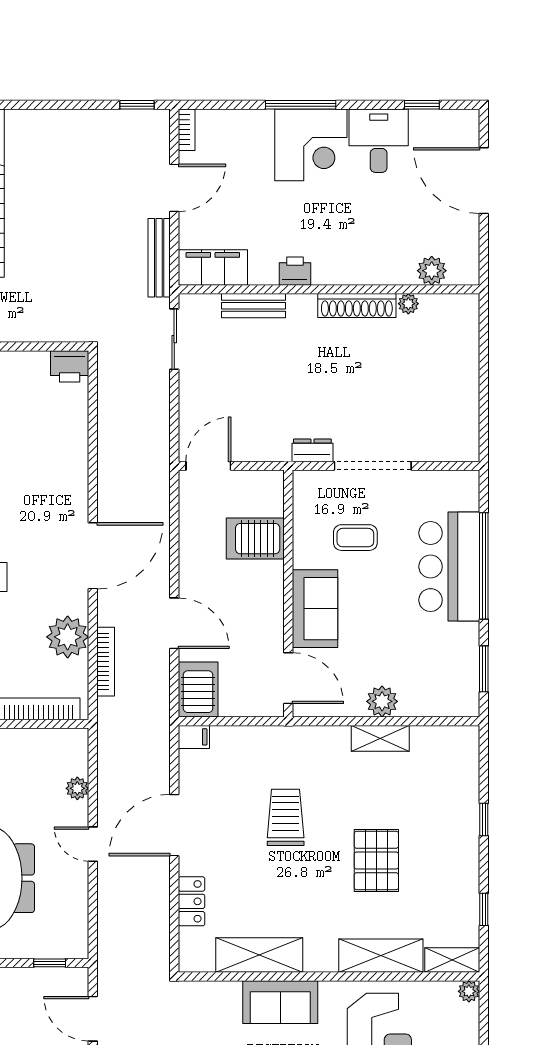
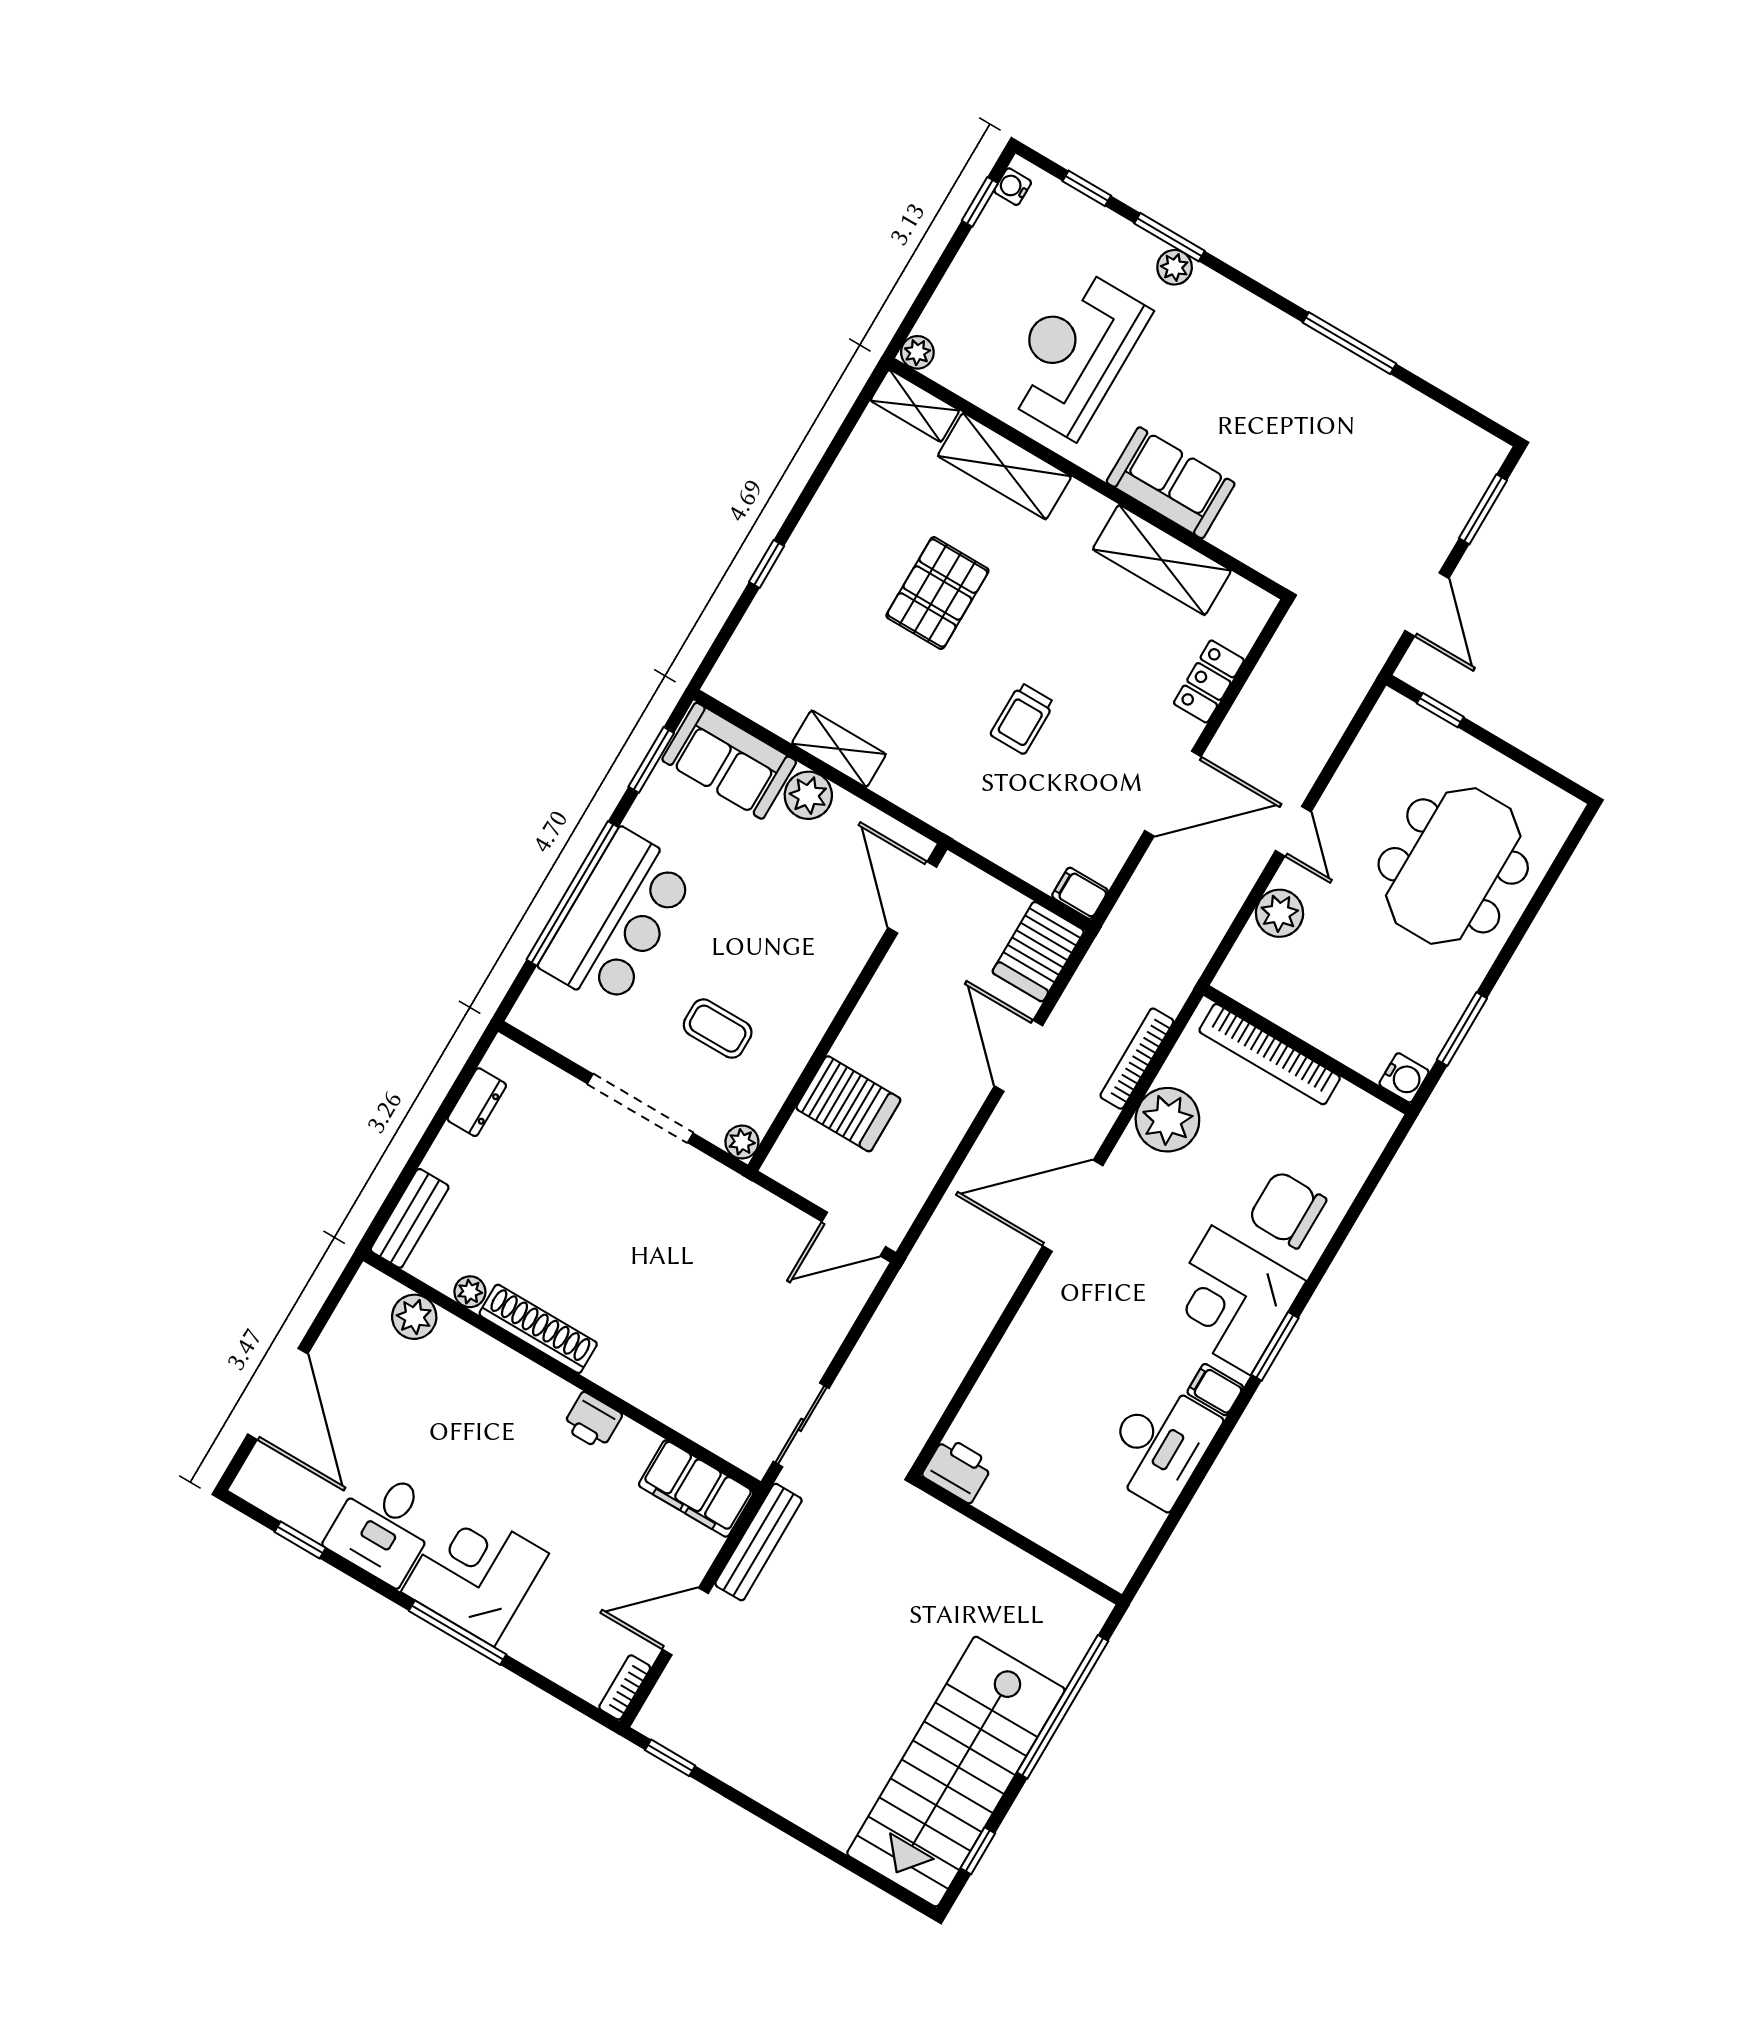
bench: (253, 306) -> (410, 1218), moved, turned 90
dresser: (312, 450) -> (477, 1102), moved, turned -90
plant: (303, 481) -> (742, 1142), added
sofa: (315, 609) -> (729, 761), moved, turned -90
plant: (77, 788) -> (1279, 913), width x1.38, depth x1.38
trolley: (286, 817) -> (1022, 719), width x0.73, depth x0.72
window: (484, 909) -> (835, 447), removed

